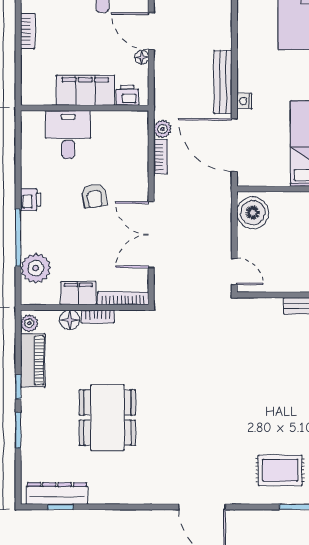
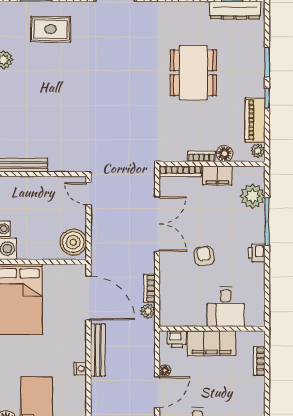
bookcase: (28, 31) -> (259, 361), moved
door: (151, 31) -> (157, 392), hinge flipped
nightstand: (244, 101) -> (80, 369), moved

